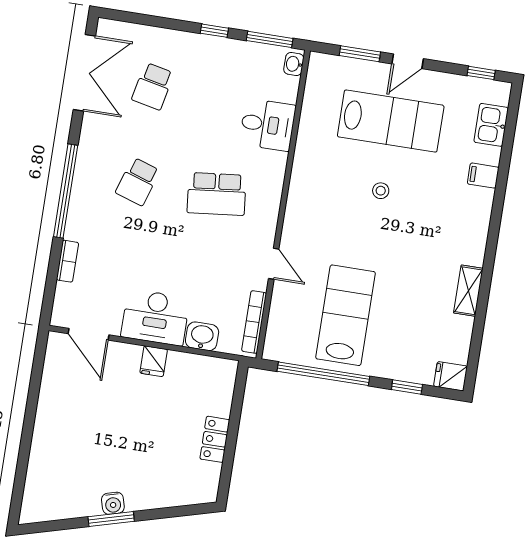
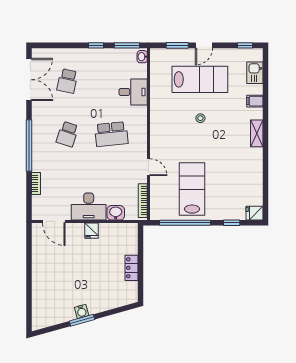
shelving: (468, 291) -> (257, 133), moved

